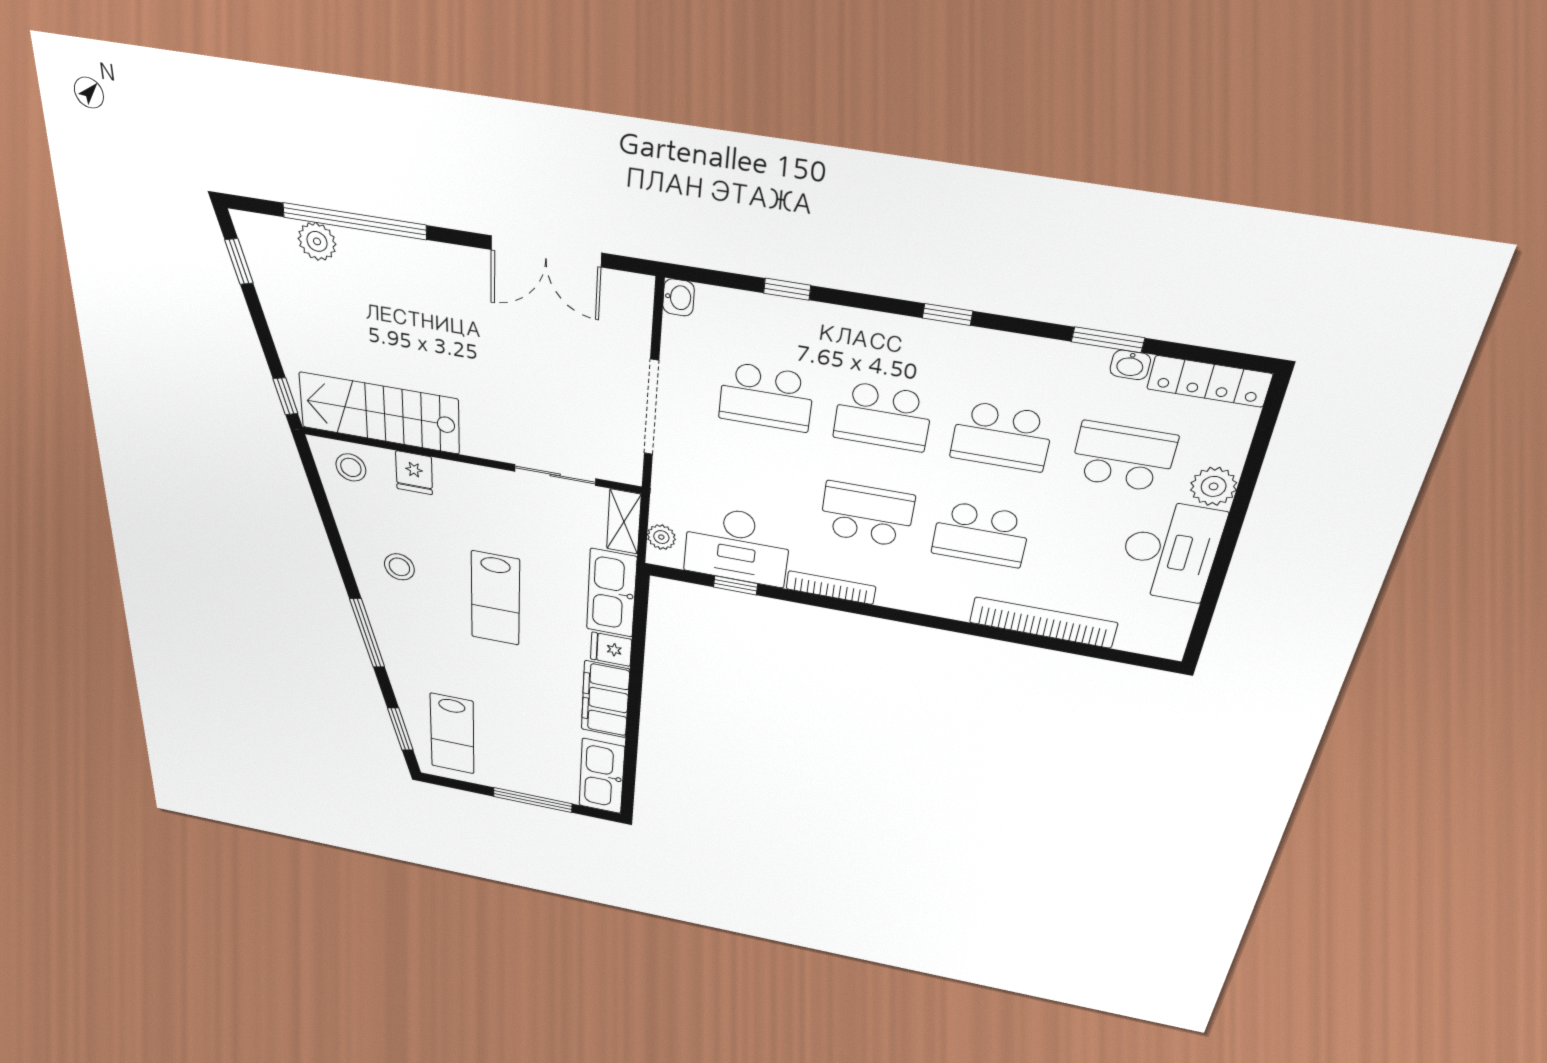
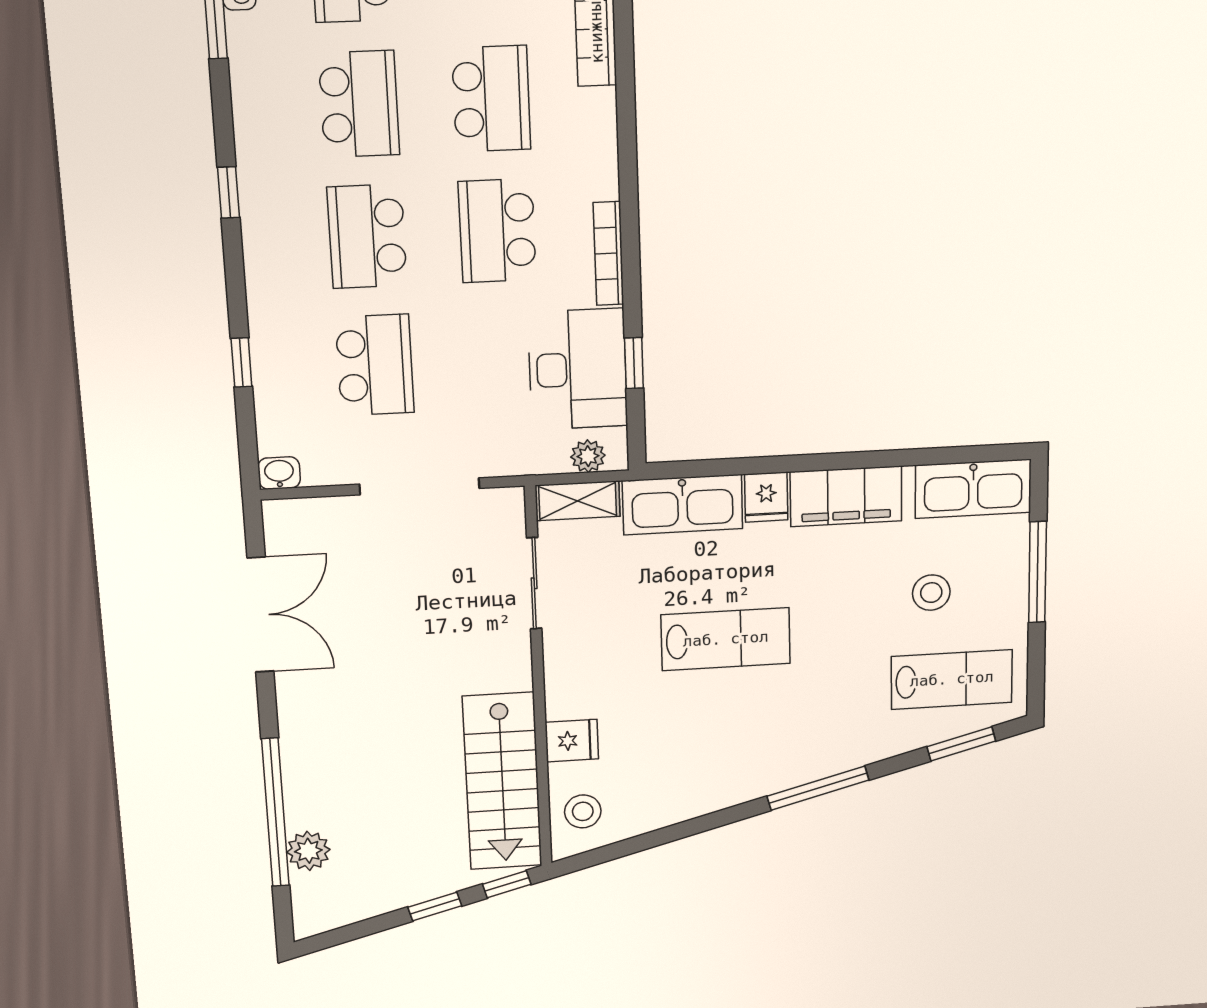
window: (239, 262) -> (435, 907), moved
school desk: (883, 416) -> (367, 236), turned 180
stool: (399, 567) -> (931, 593), moved

